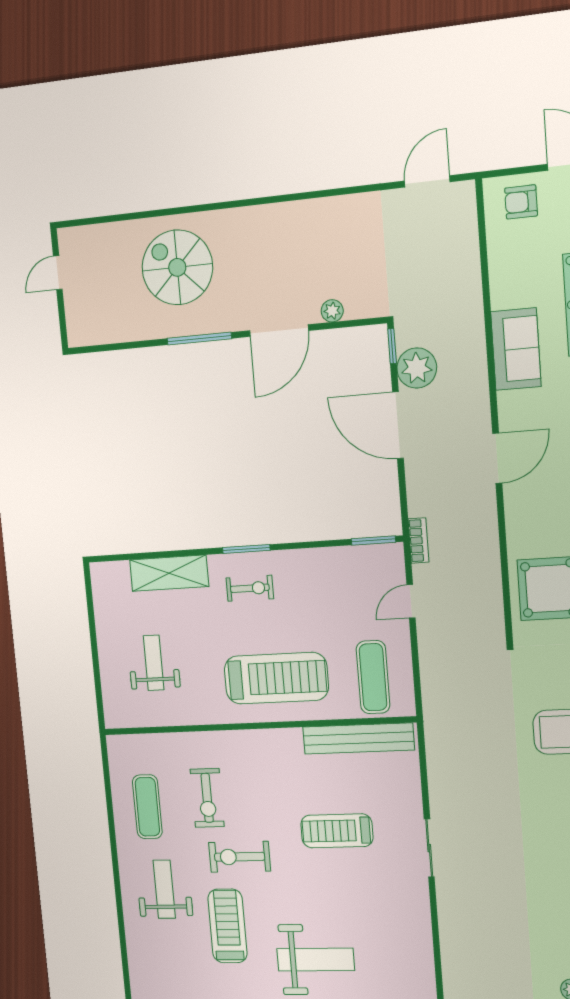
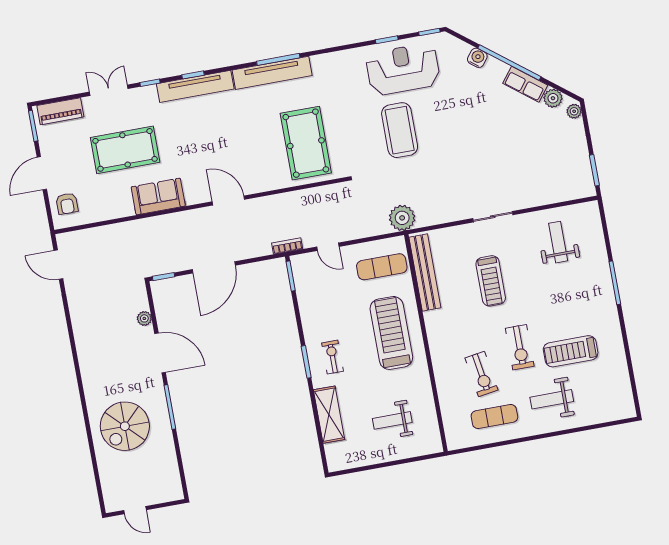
plant: (417, 368) -> (402, 218), moved
exercise bike: (207, 798) -> (482, 374), turned 81
weight bench: (316, 960) -> (558, 242), moved, width x0.73, depth x0.75

